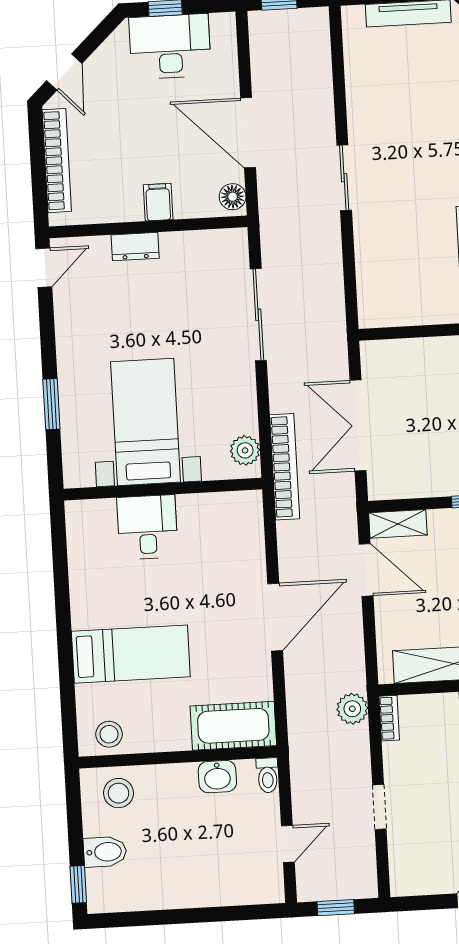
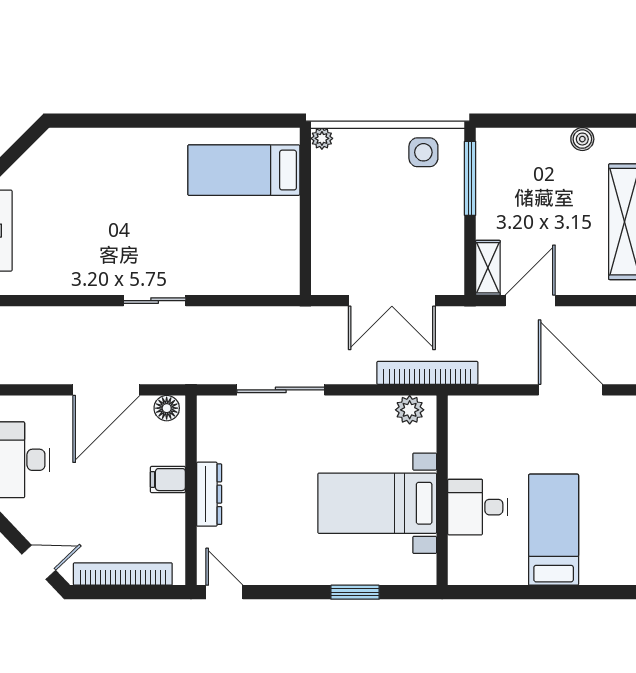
dresser: (135, 247) -> (209, 494), width x1.44
bed: (131, 654) -> (554, 530), moved

